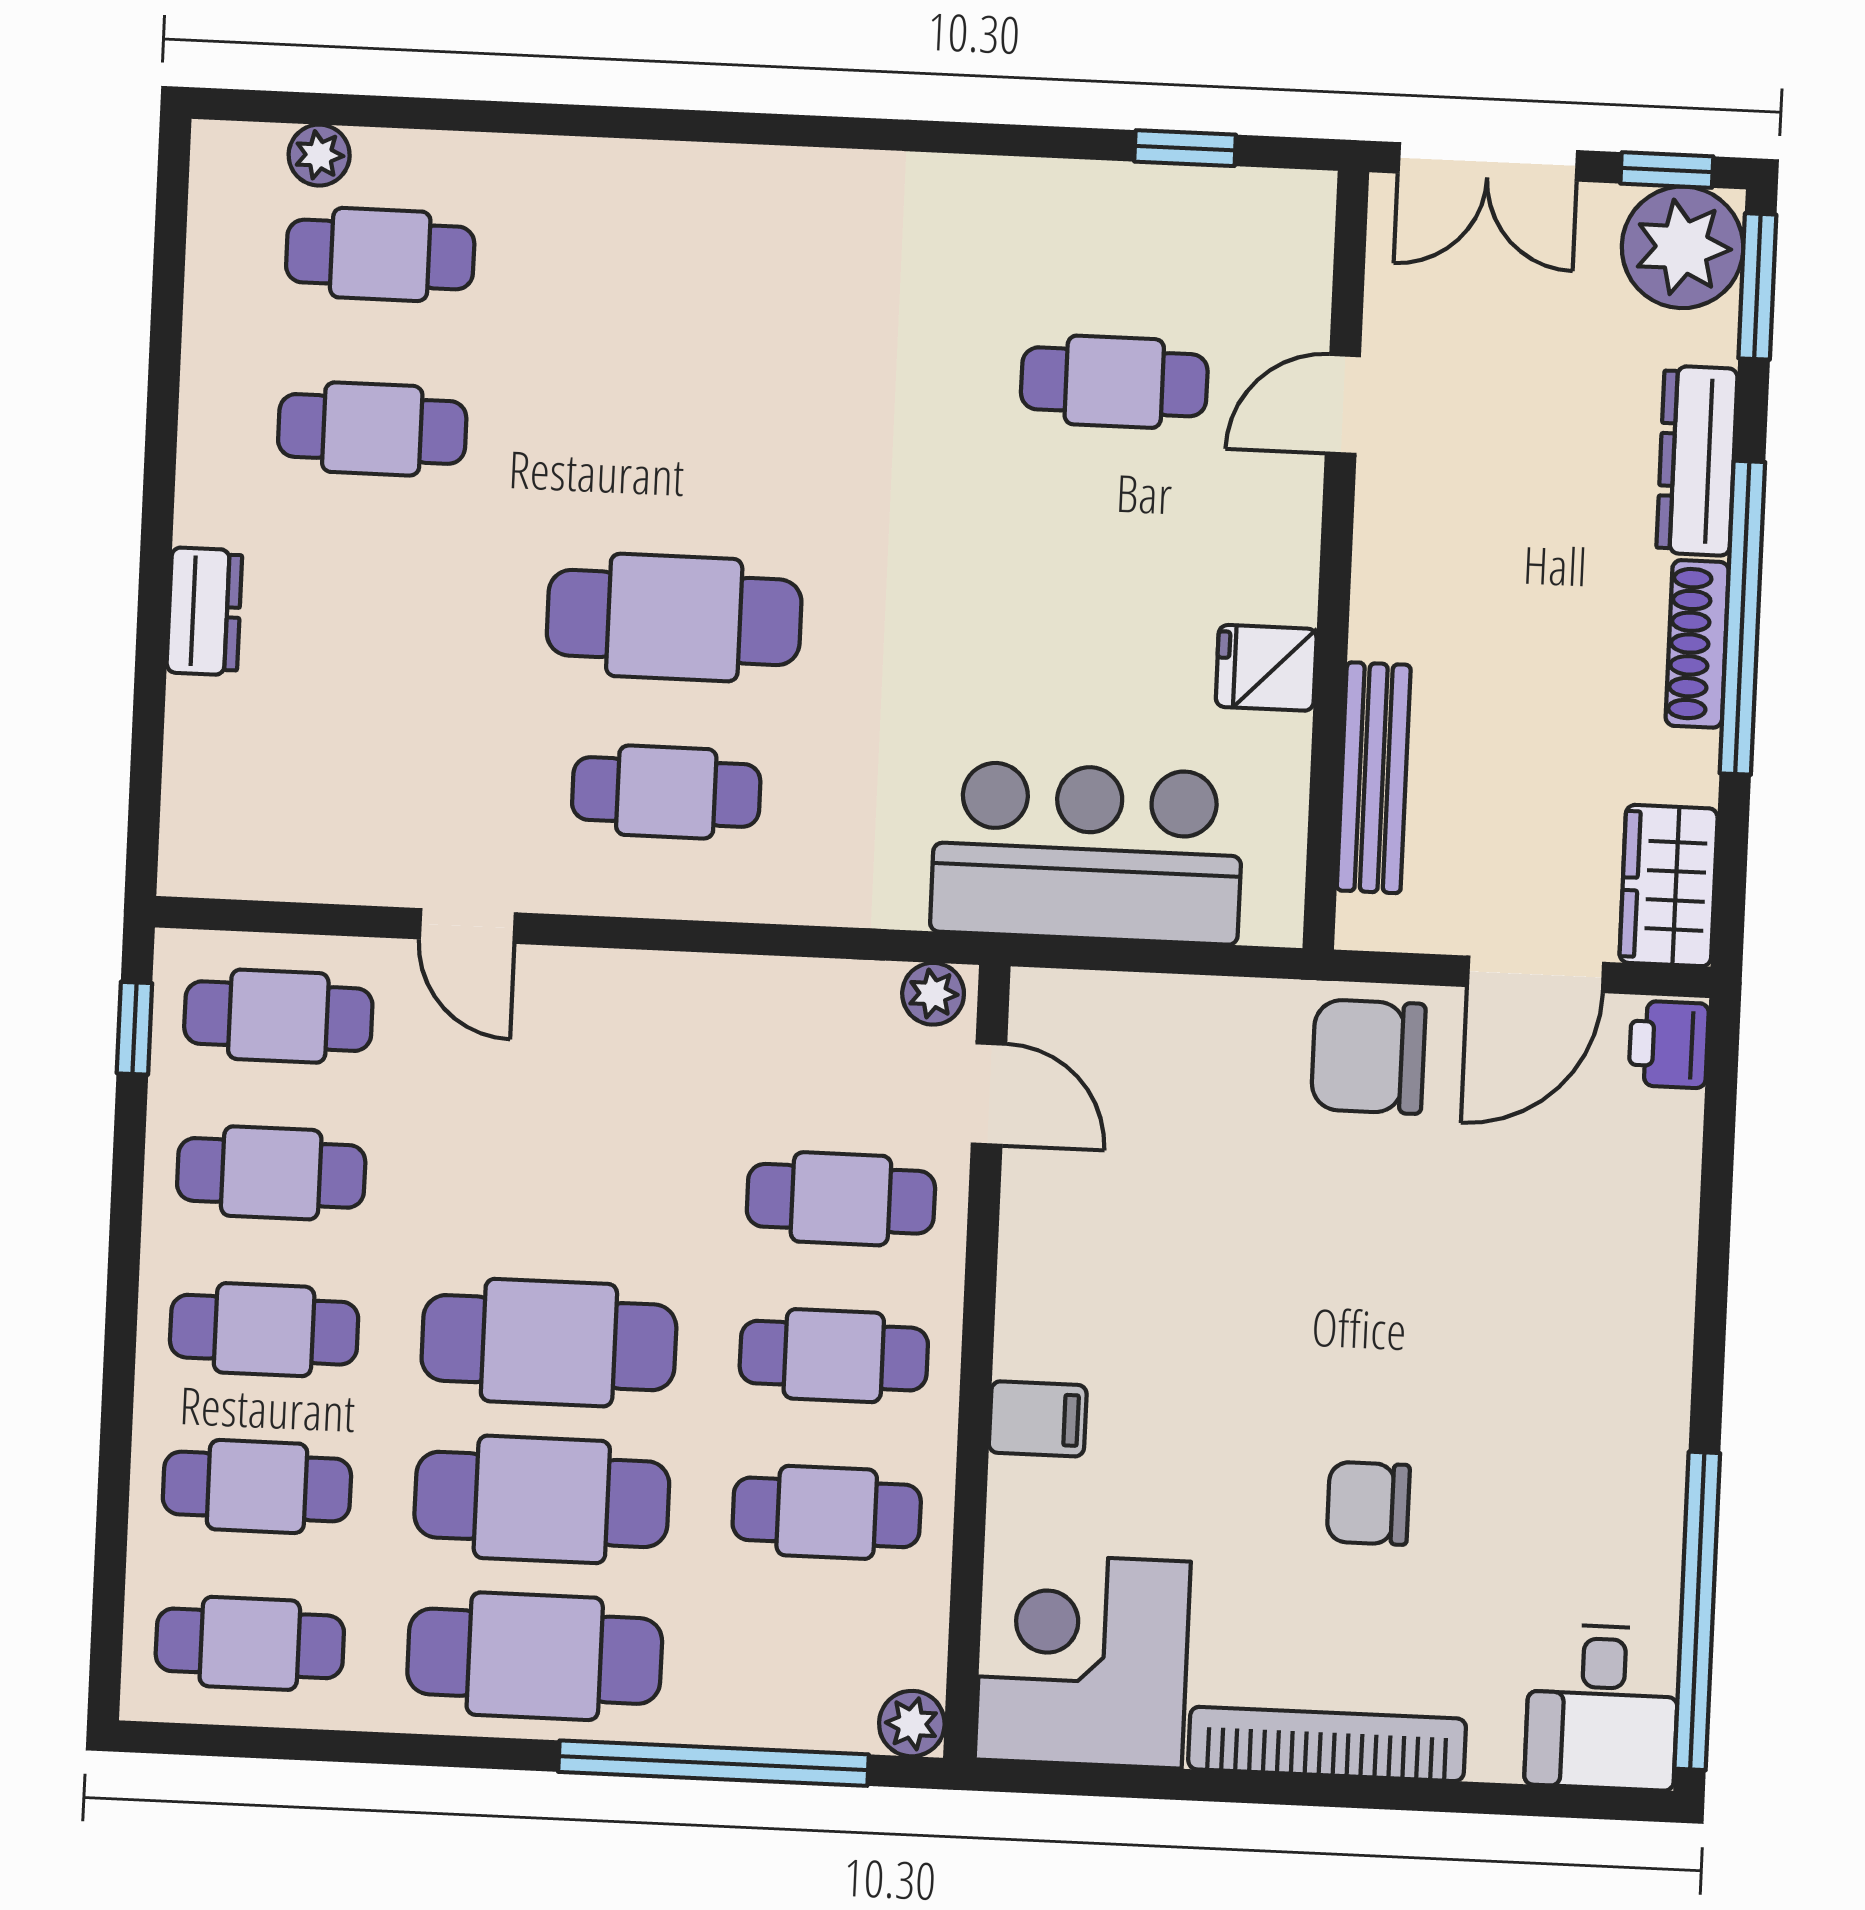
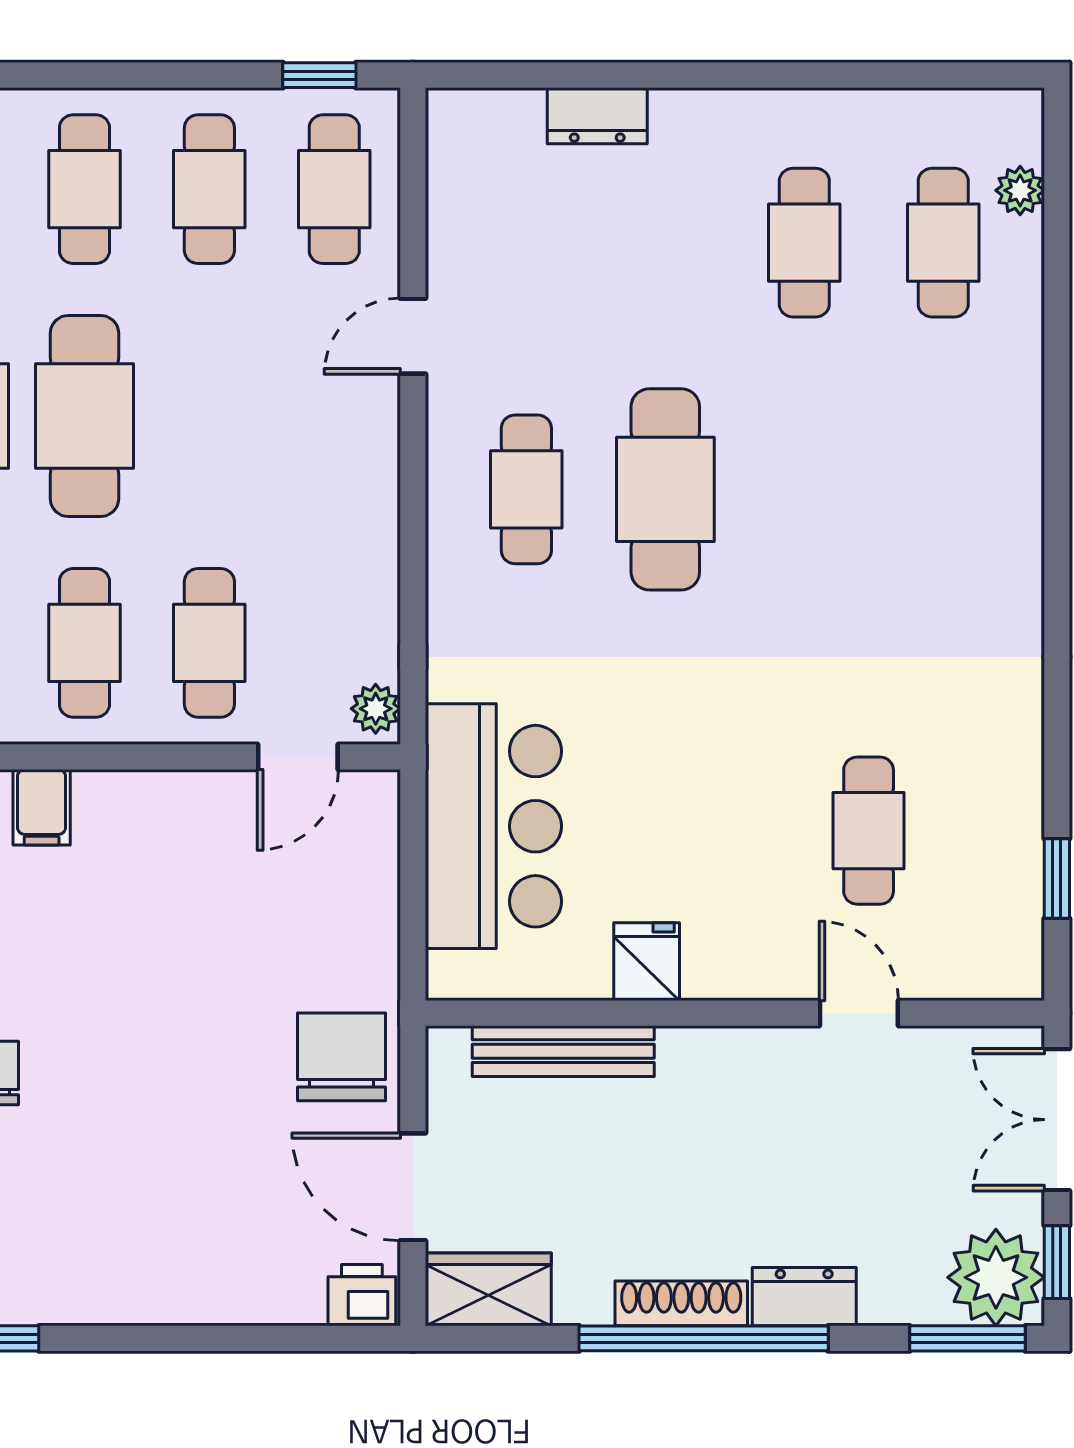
dresser: (1697, 461) -> (804, 1297), width x0.70
dresser: (204, 611) -> (597, 116), moved

